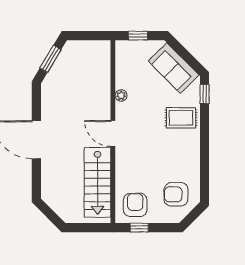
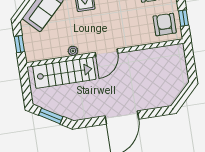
stairs: (98, 182) -> (64, 73), moved
armchair: (135, 205) -> (165, 24), turned 90

